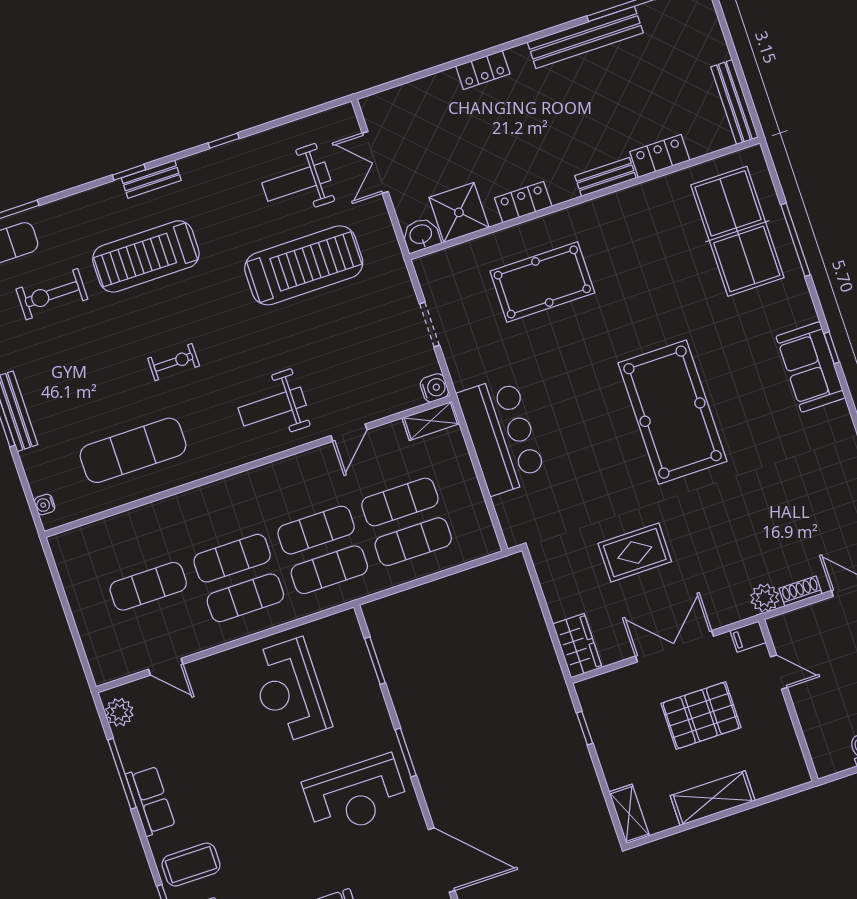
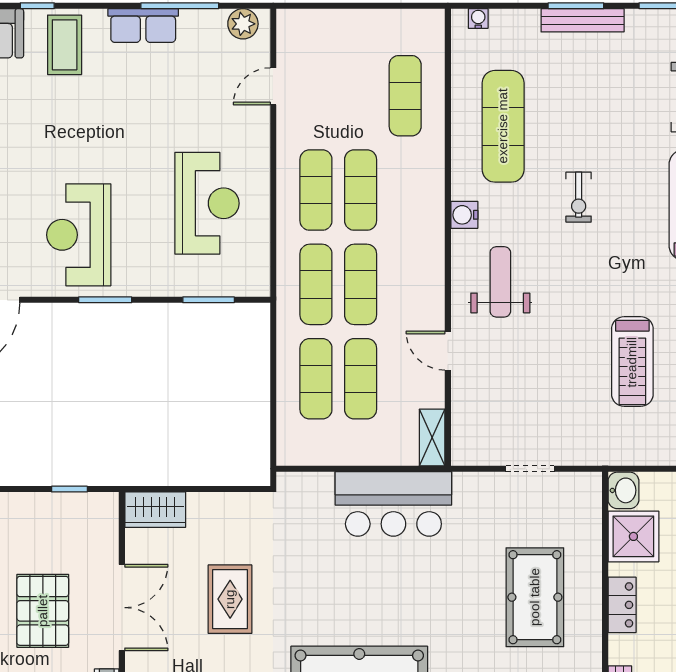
treadmill: (304, 265) -> (632, 362), width x0.73, depth x0.73
water cooler: (434, 388) -> (464, 215), moved, turned 90
exercise mat: (148, 586) -> (405, 96), moved
reception desk: (290, 691) -> (207, 203), turned 90

